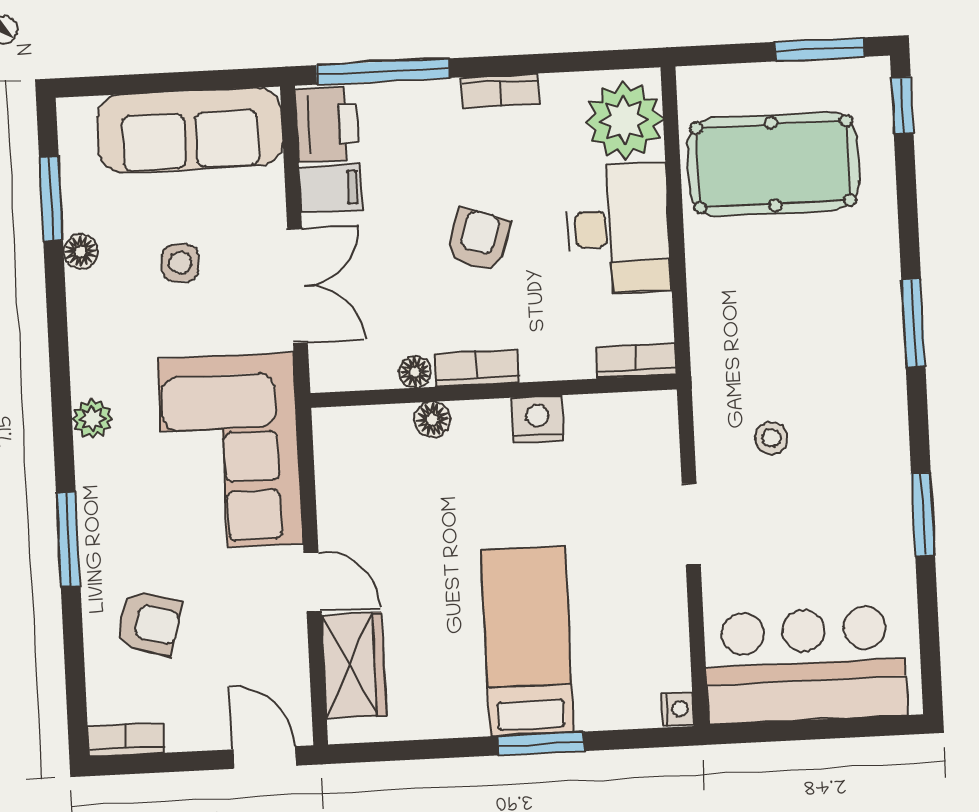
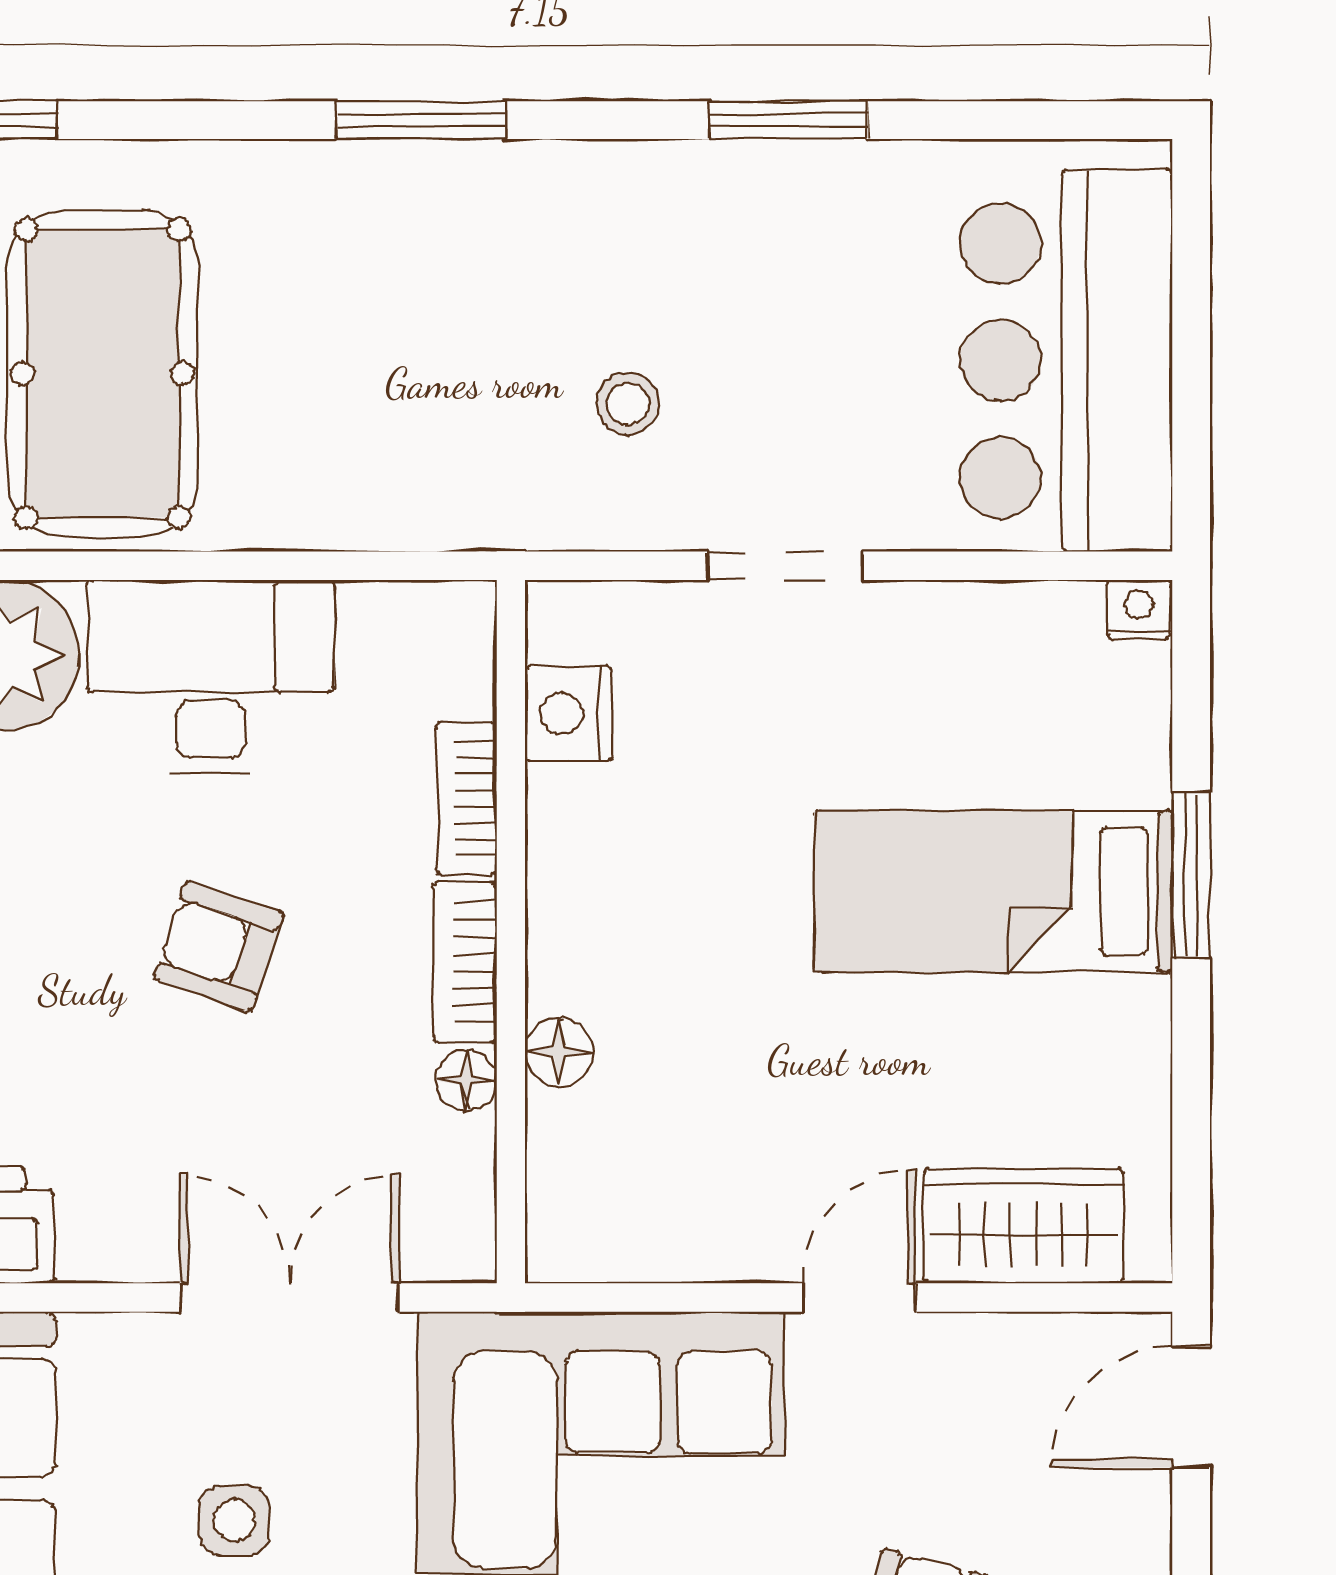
filing cabinet: (331, 188) -> (106, 1225), removed
bookcase: (636, 361) -> (466, 798), moved
nightstand: (538, 419) -> (569, 714), moved

